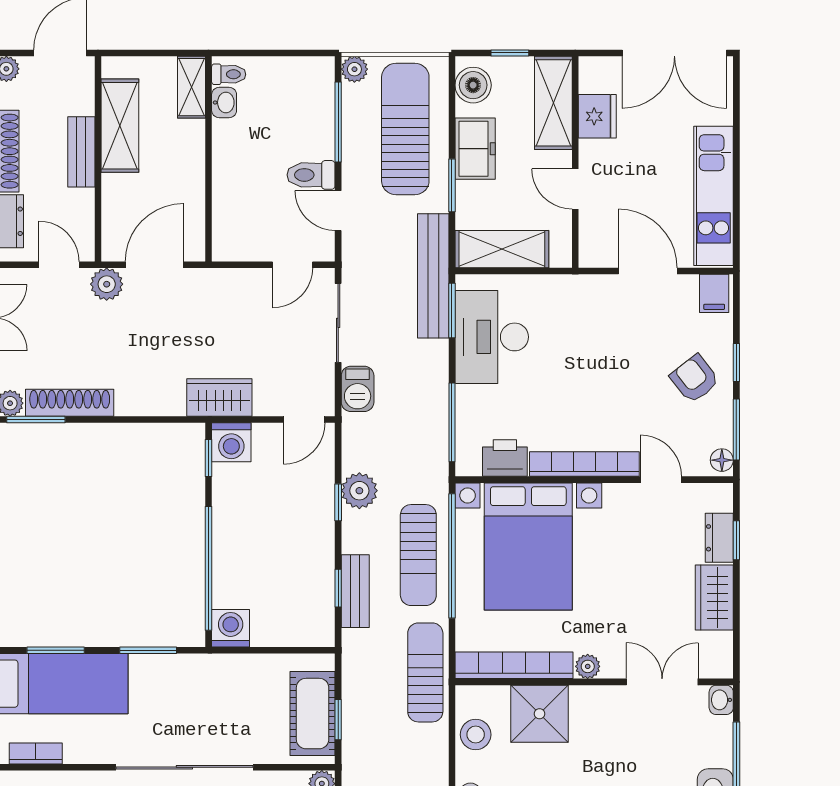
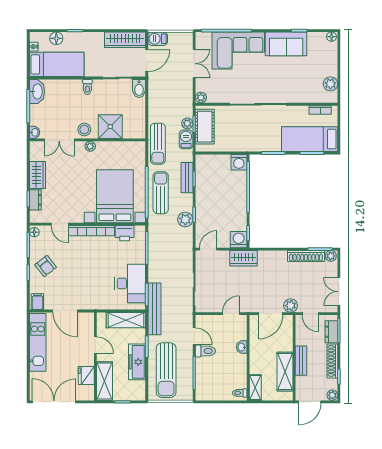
plant: (354, 69) -> (187, 123), moved
boiler: (473, 85) -> (138, 388), removed
washbasin: (224, 102) -> (242, 347), moved
freezer: (475, 149) -> (137, 362), width x1.40
door: (292, 265) -> (231, 314), moved
barbecue: (358, 389) -> (186, 139), moved
bookcase: (514, 665) -> (121, 147), removed
stool: (476, 735) -> (84, 130), moved

